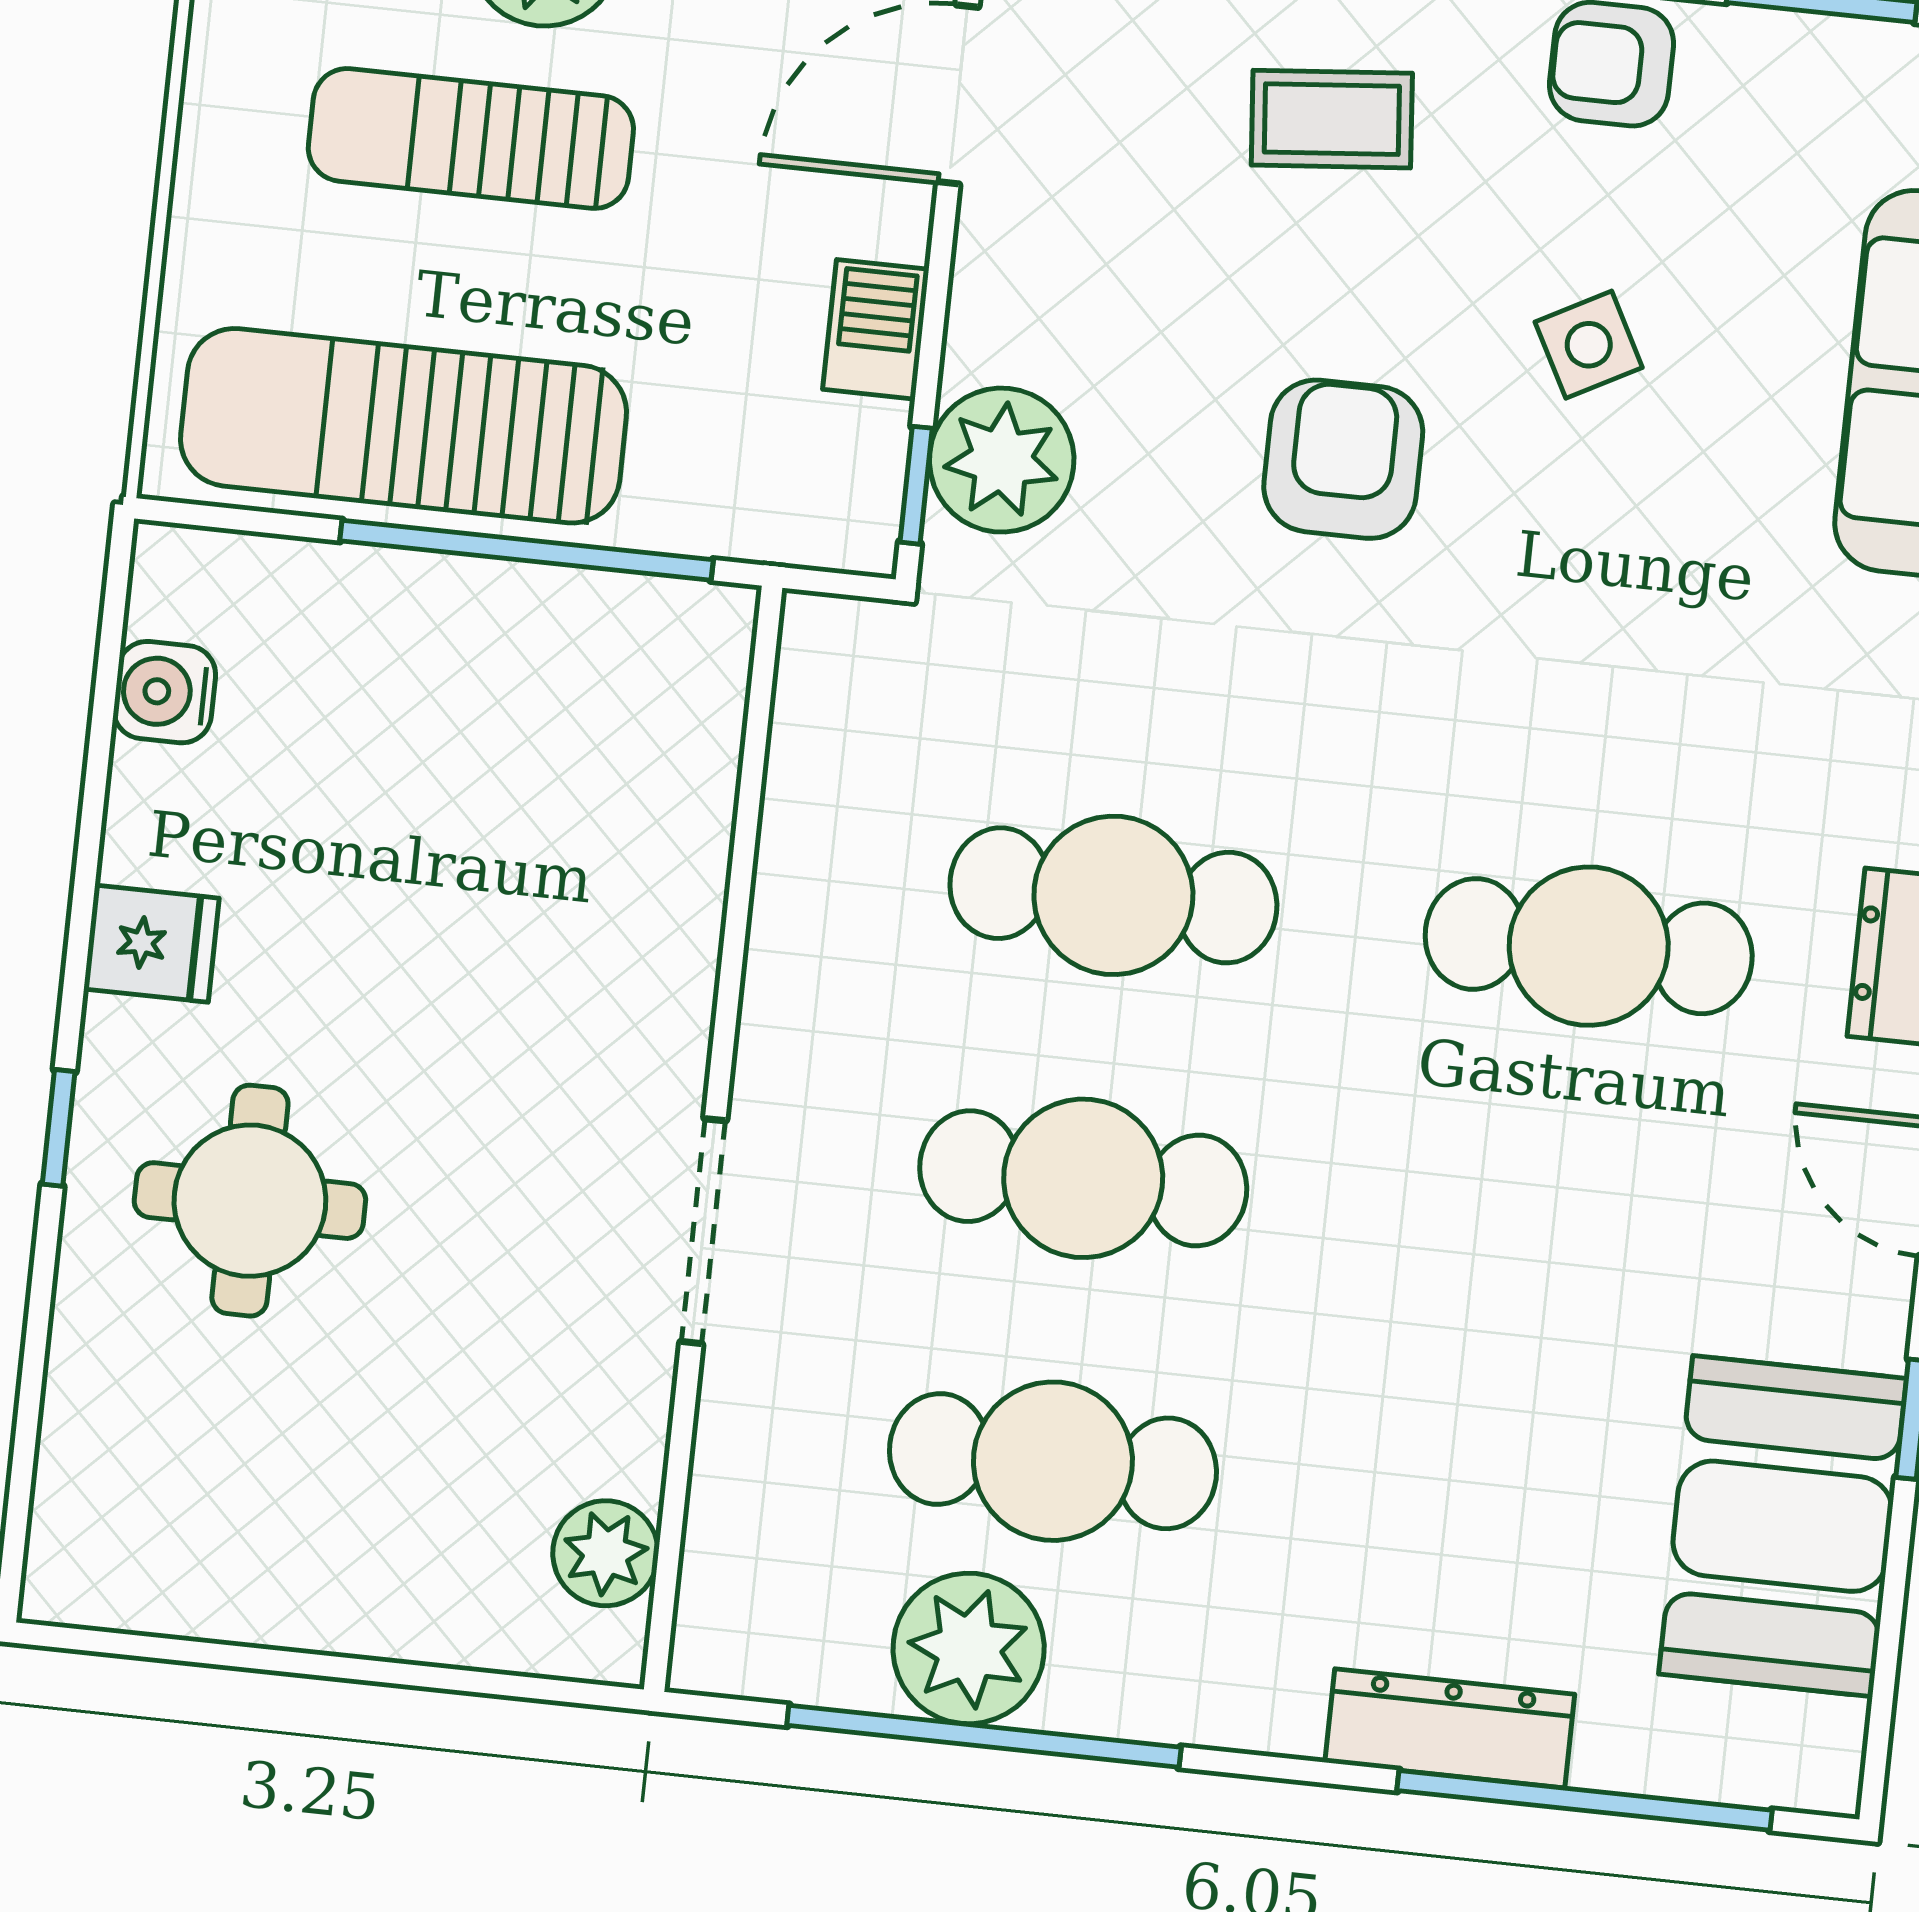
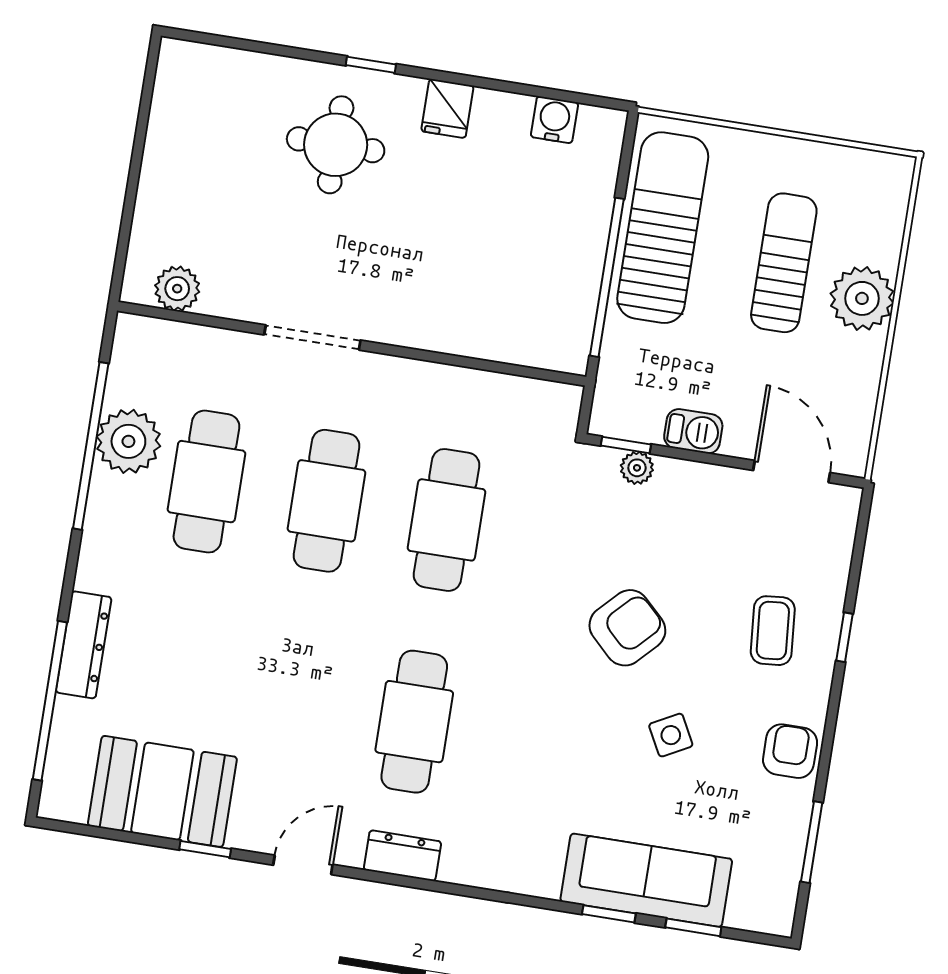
armchair: (1343, 459) -> (627, 628), turned -46
plant: (1002, 460) -> (637, 468), width x0.53, depth x0.53

